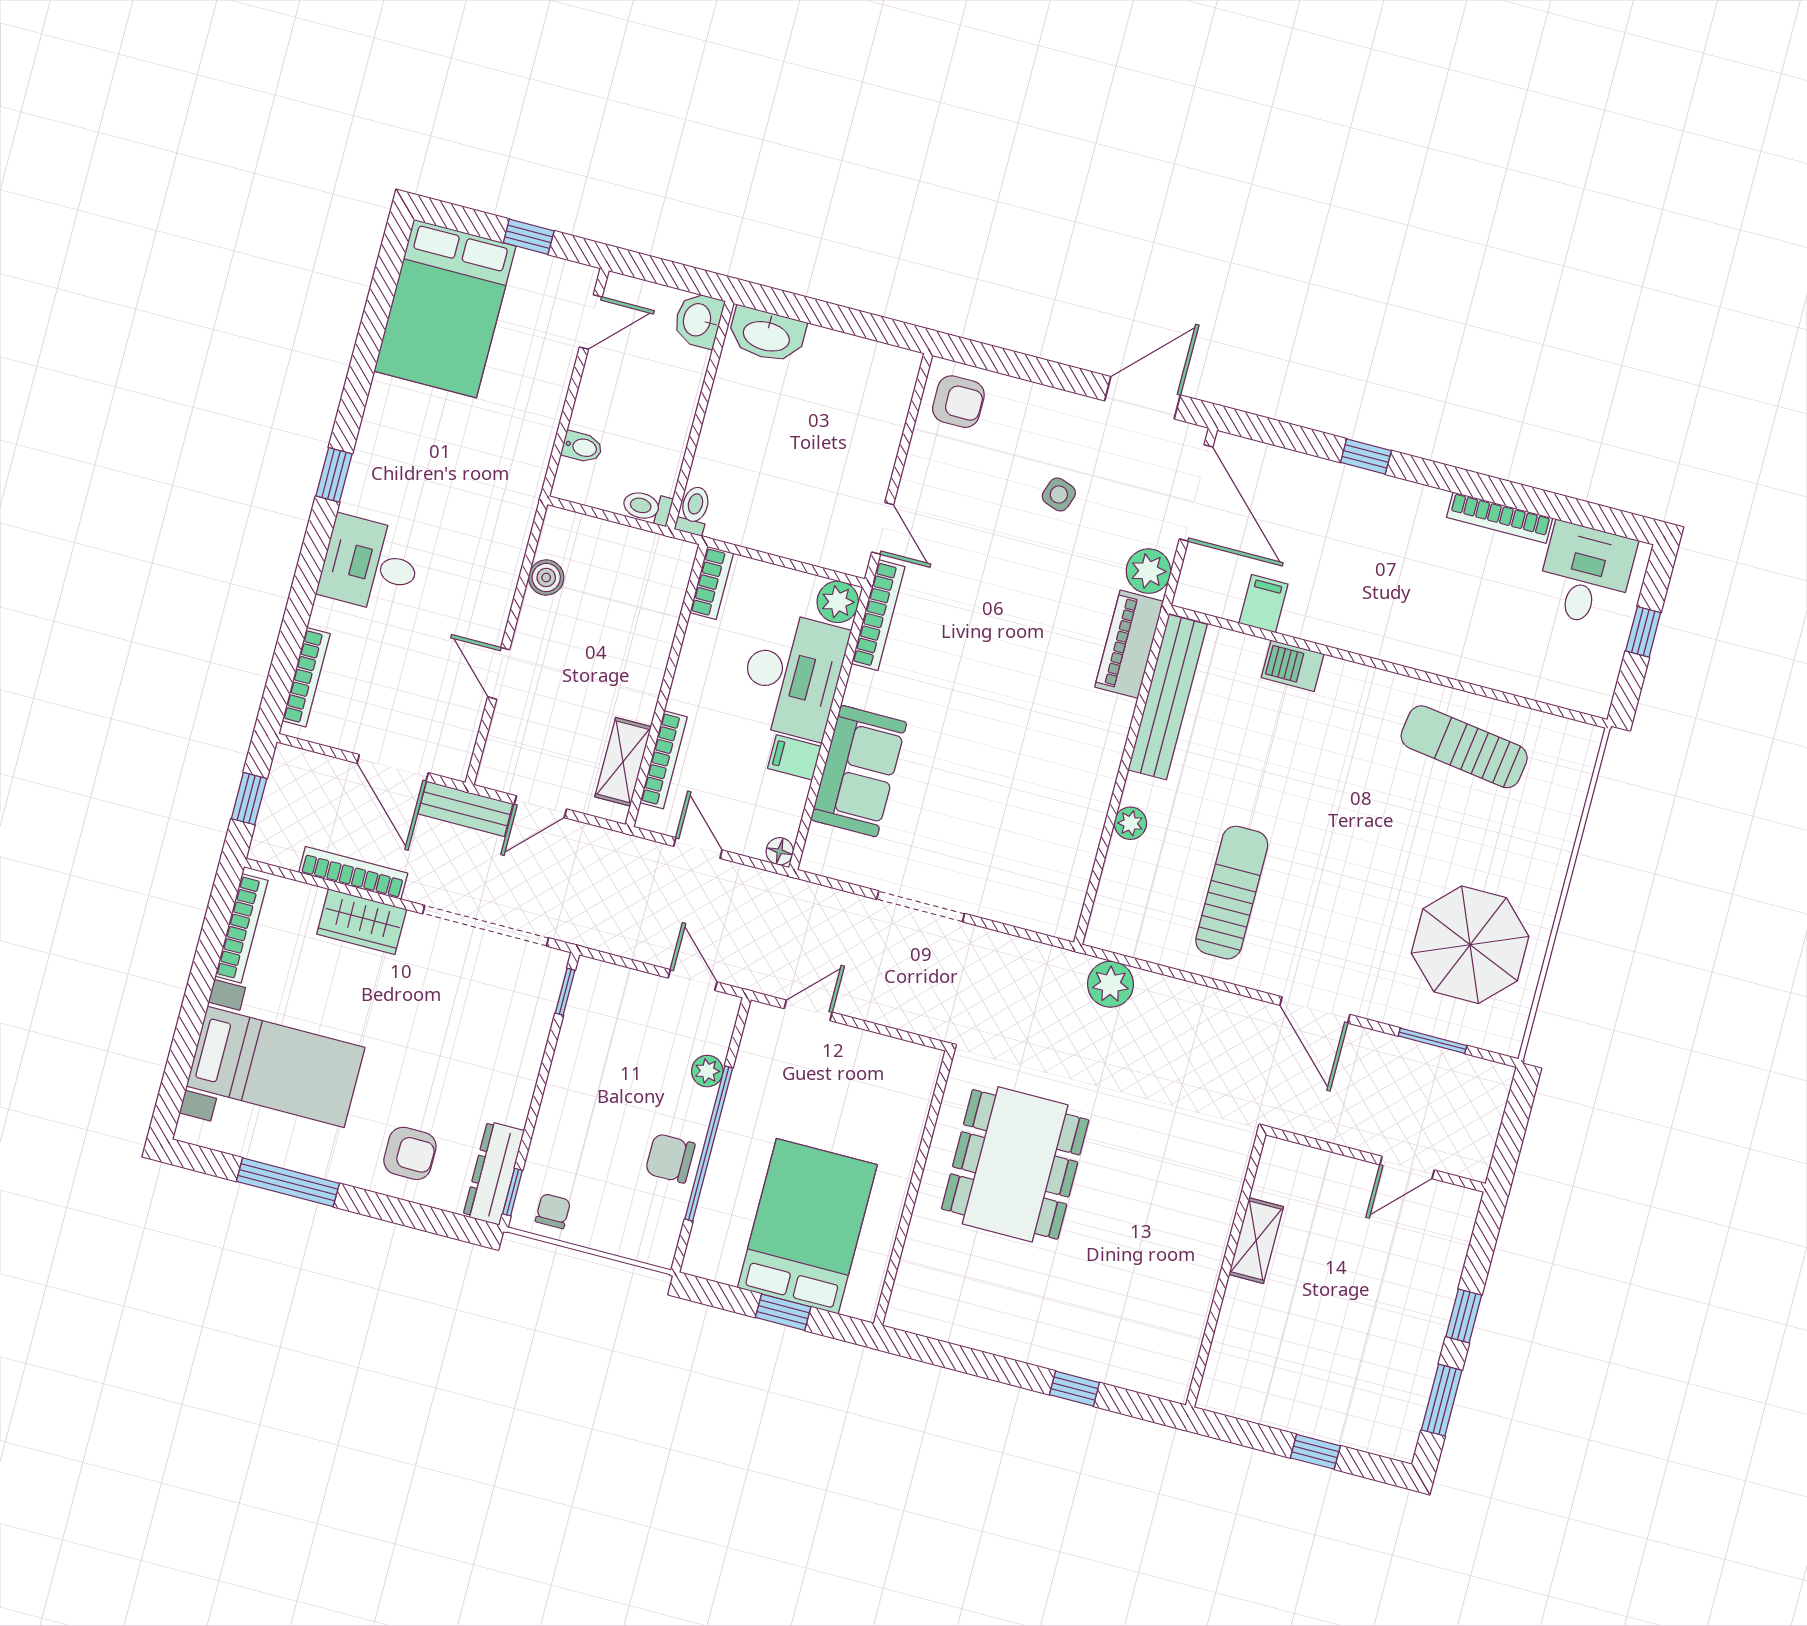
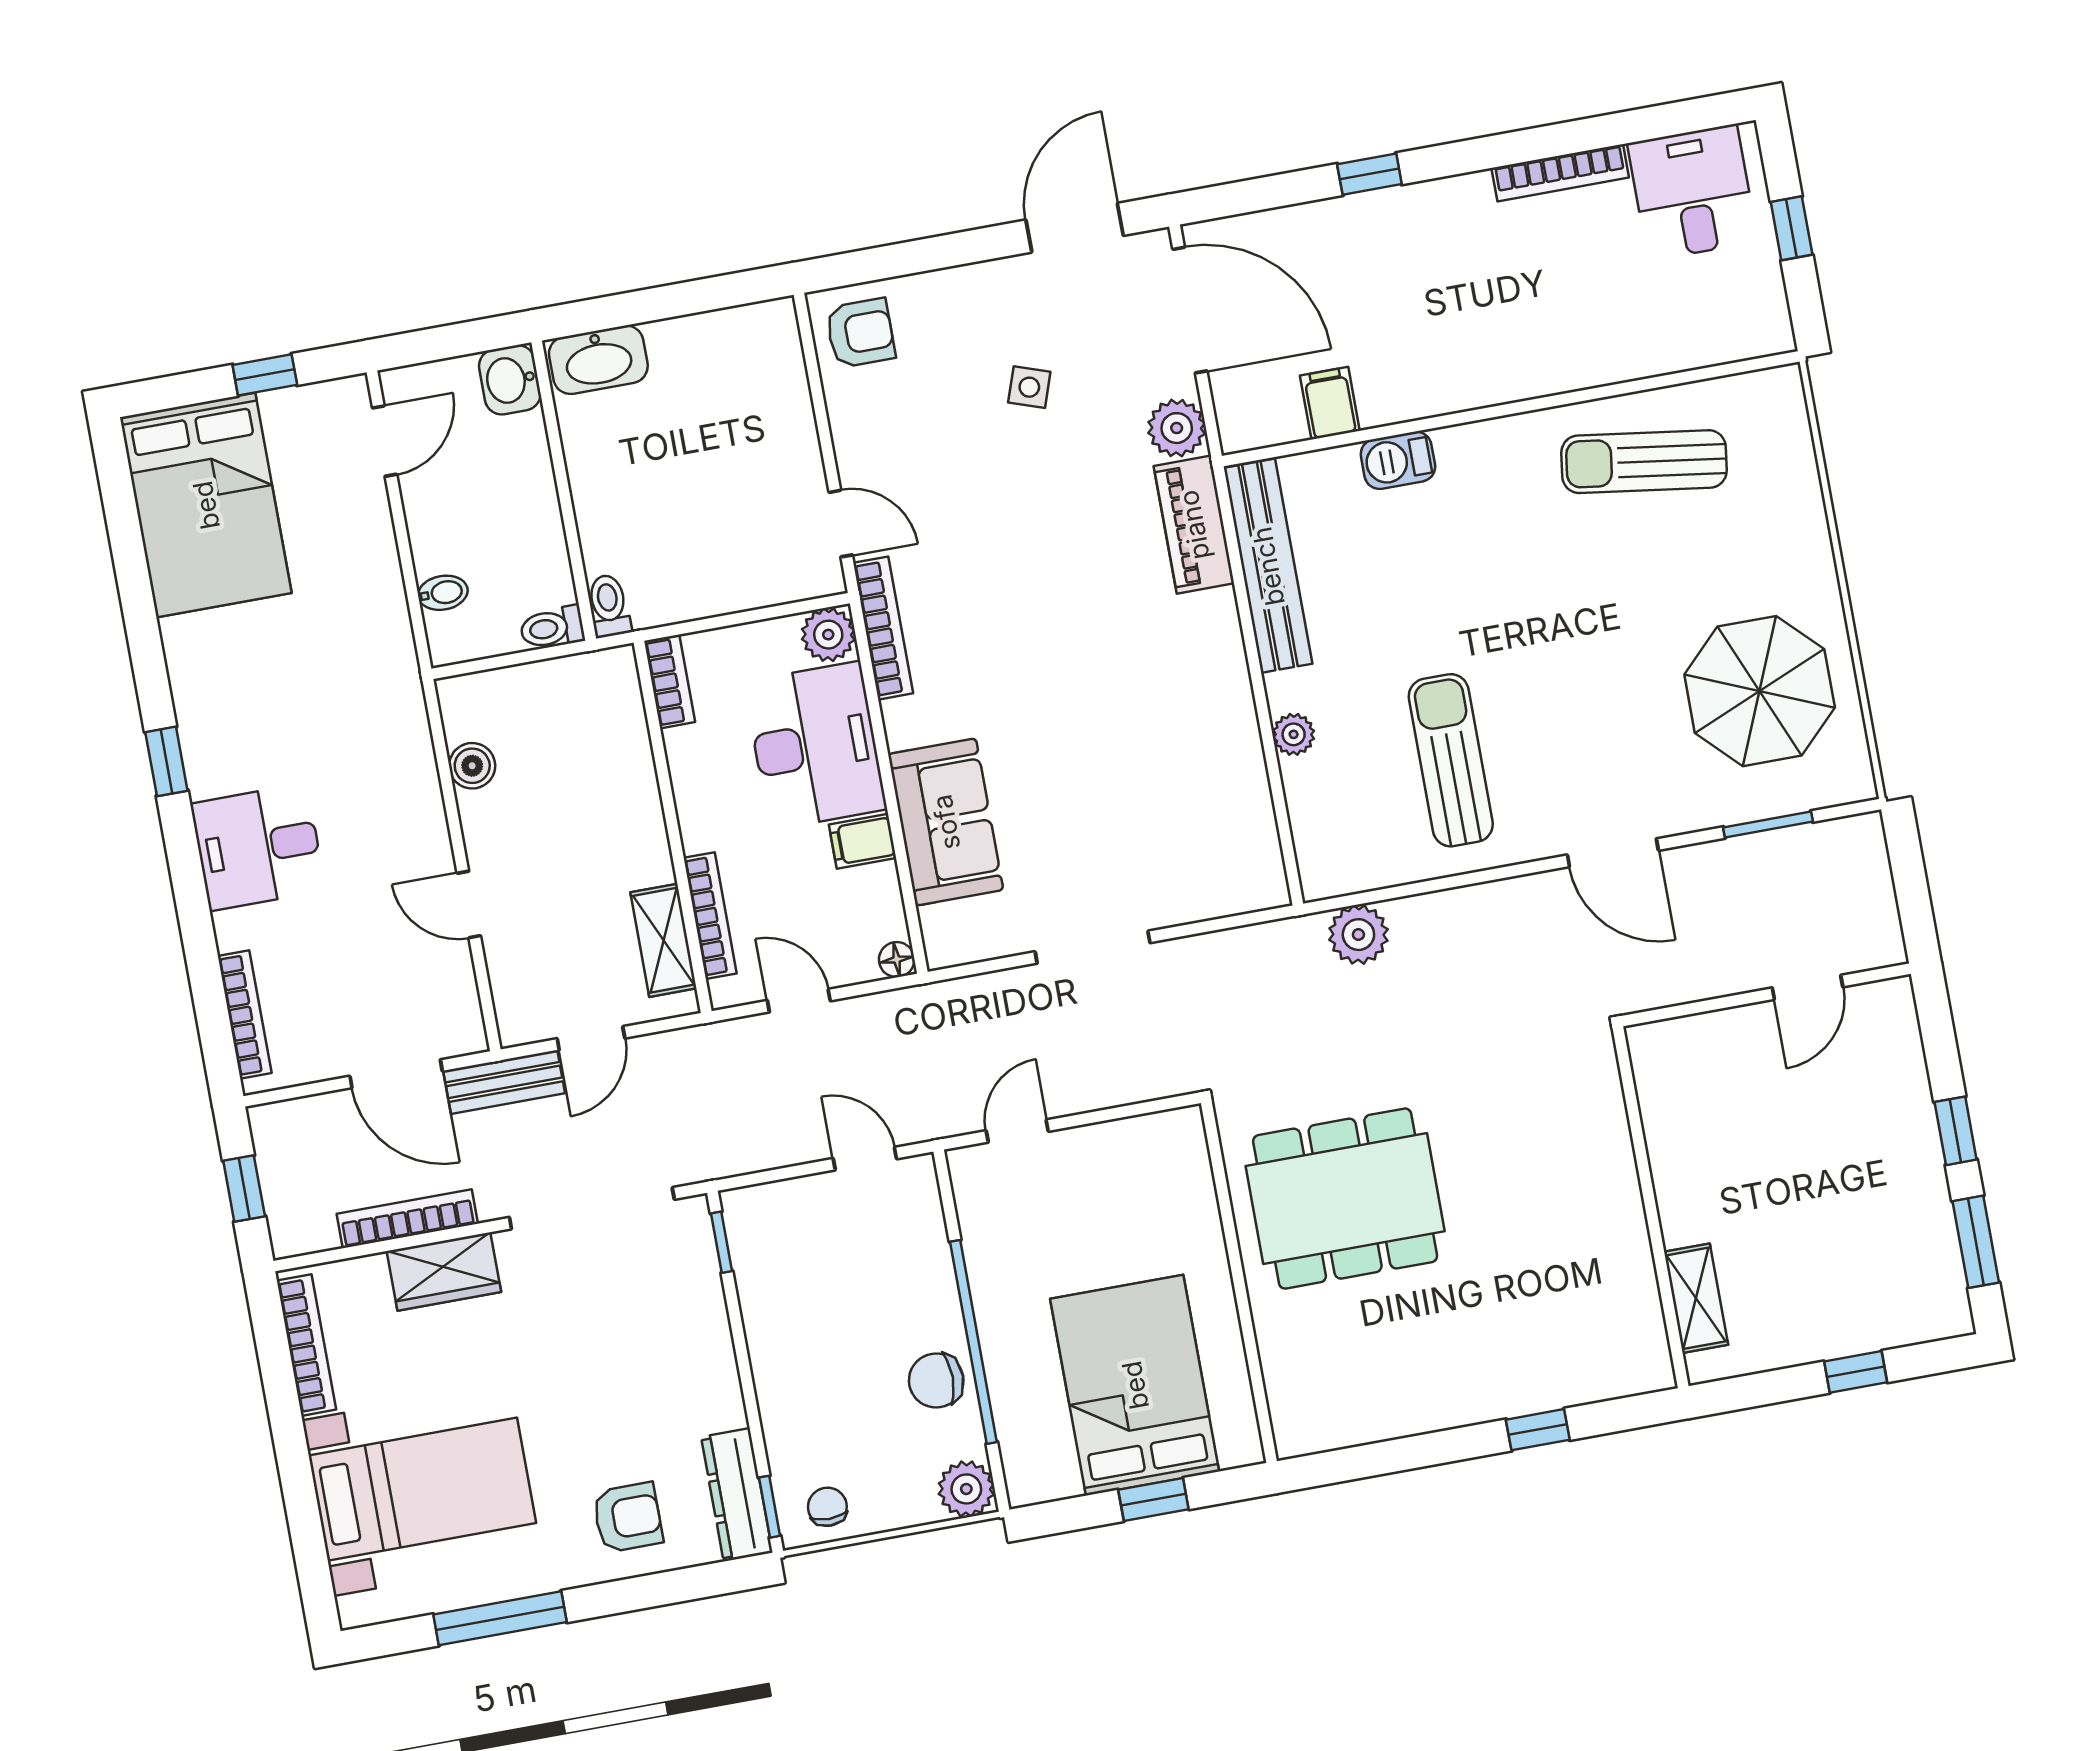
plant: (707, 1071) -> (966, 1489), moved, width x1.38, depth x1.38
dining table: (1015, 1164) -> (1345, 1199), turned 90
shelving: (1256, 1241) -> (1696, 1298), moved

